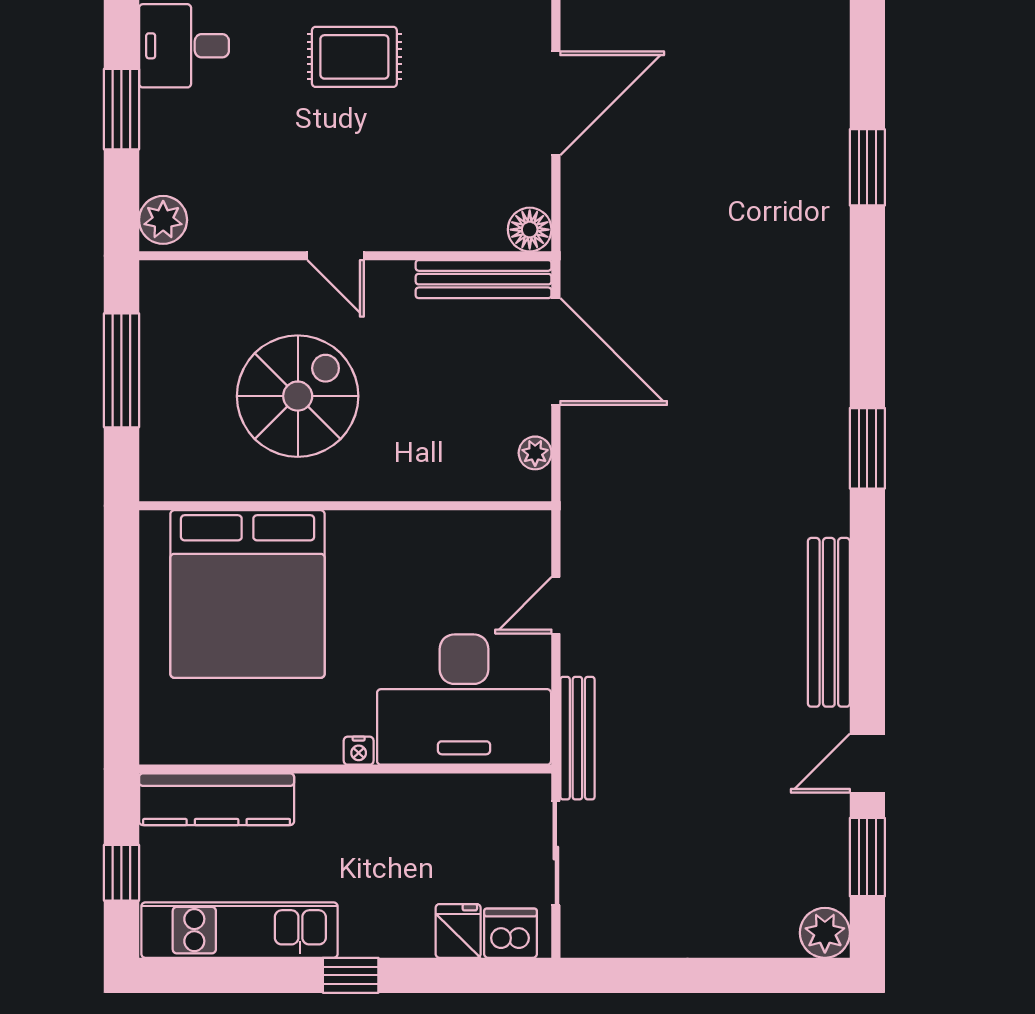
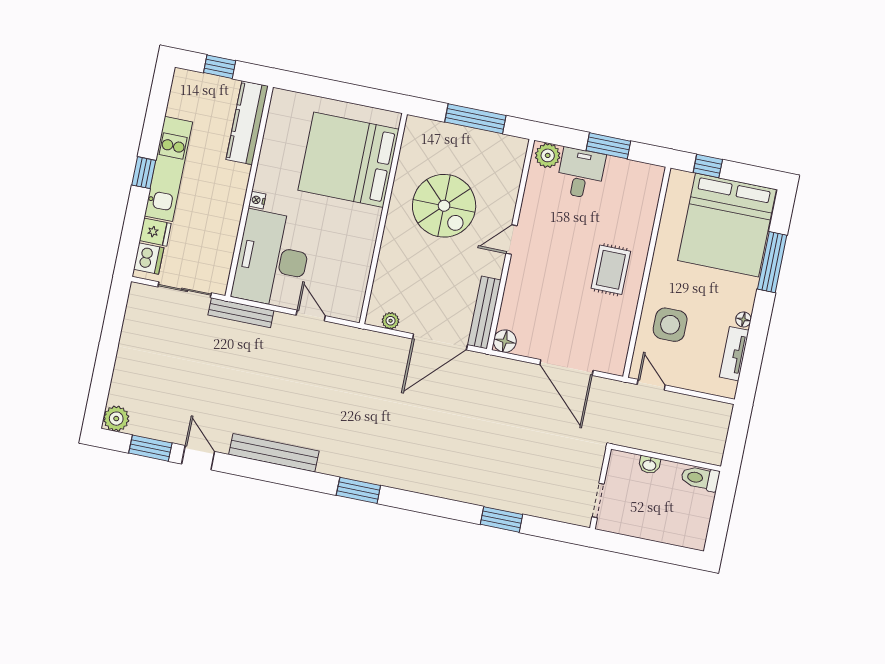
desk: (184, 46) -> (581, 173), moved
kitchen unit: (239, 930) -> (168, 169), moved

